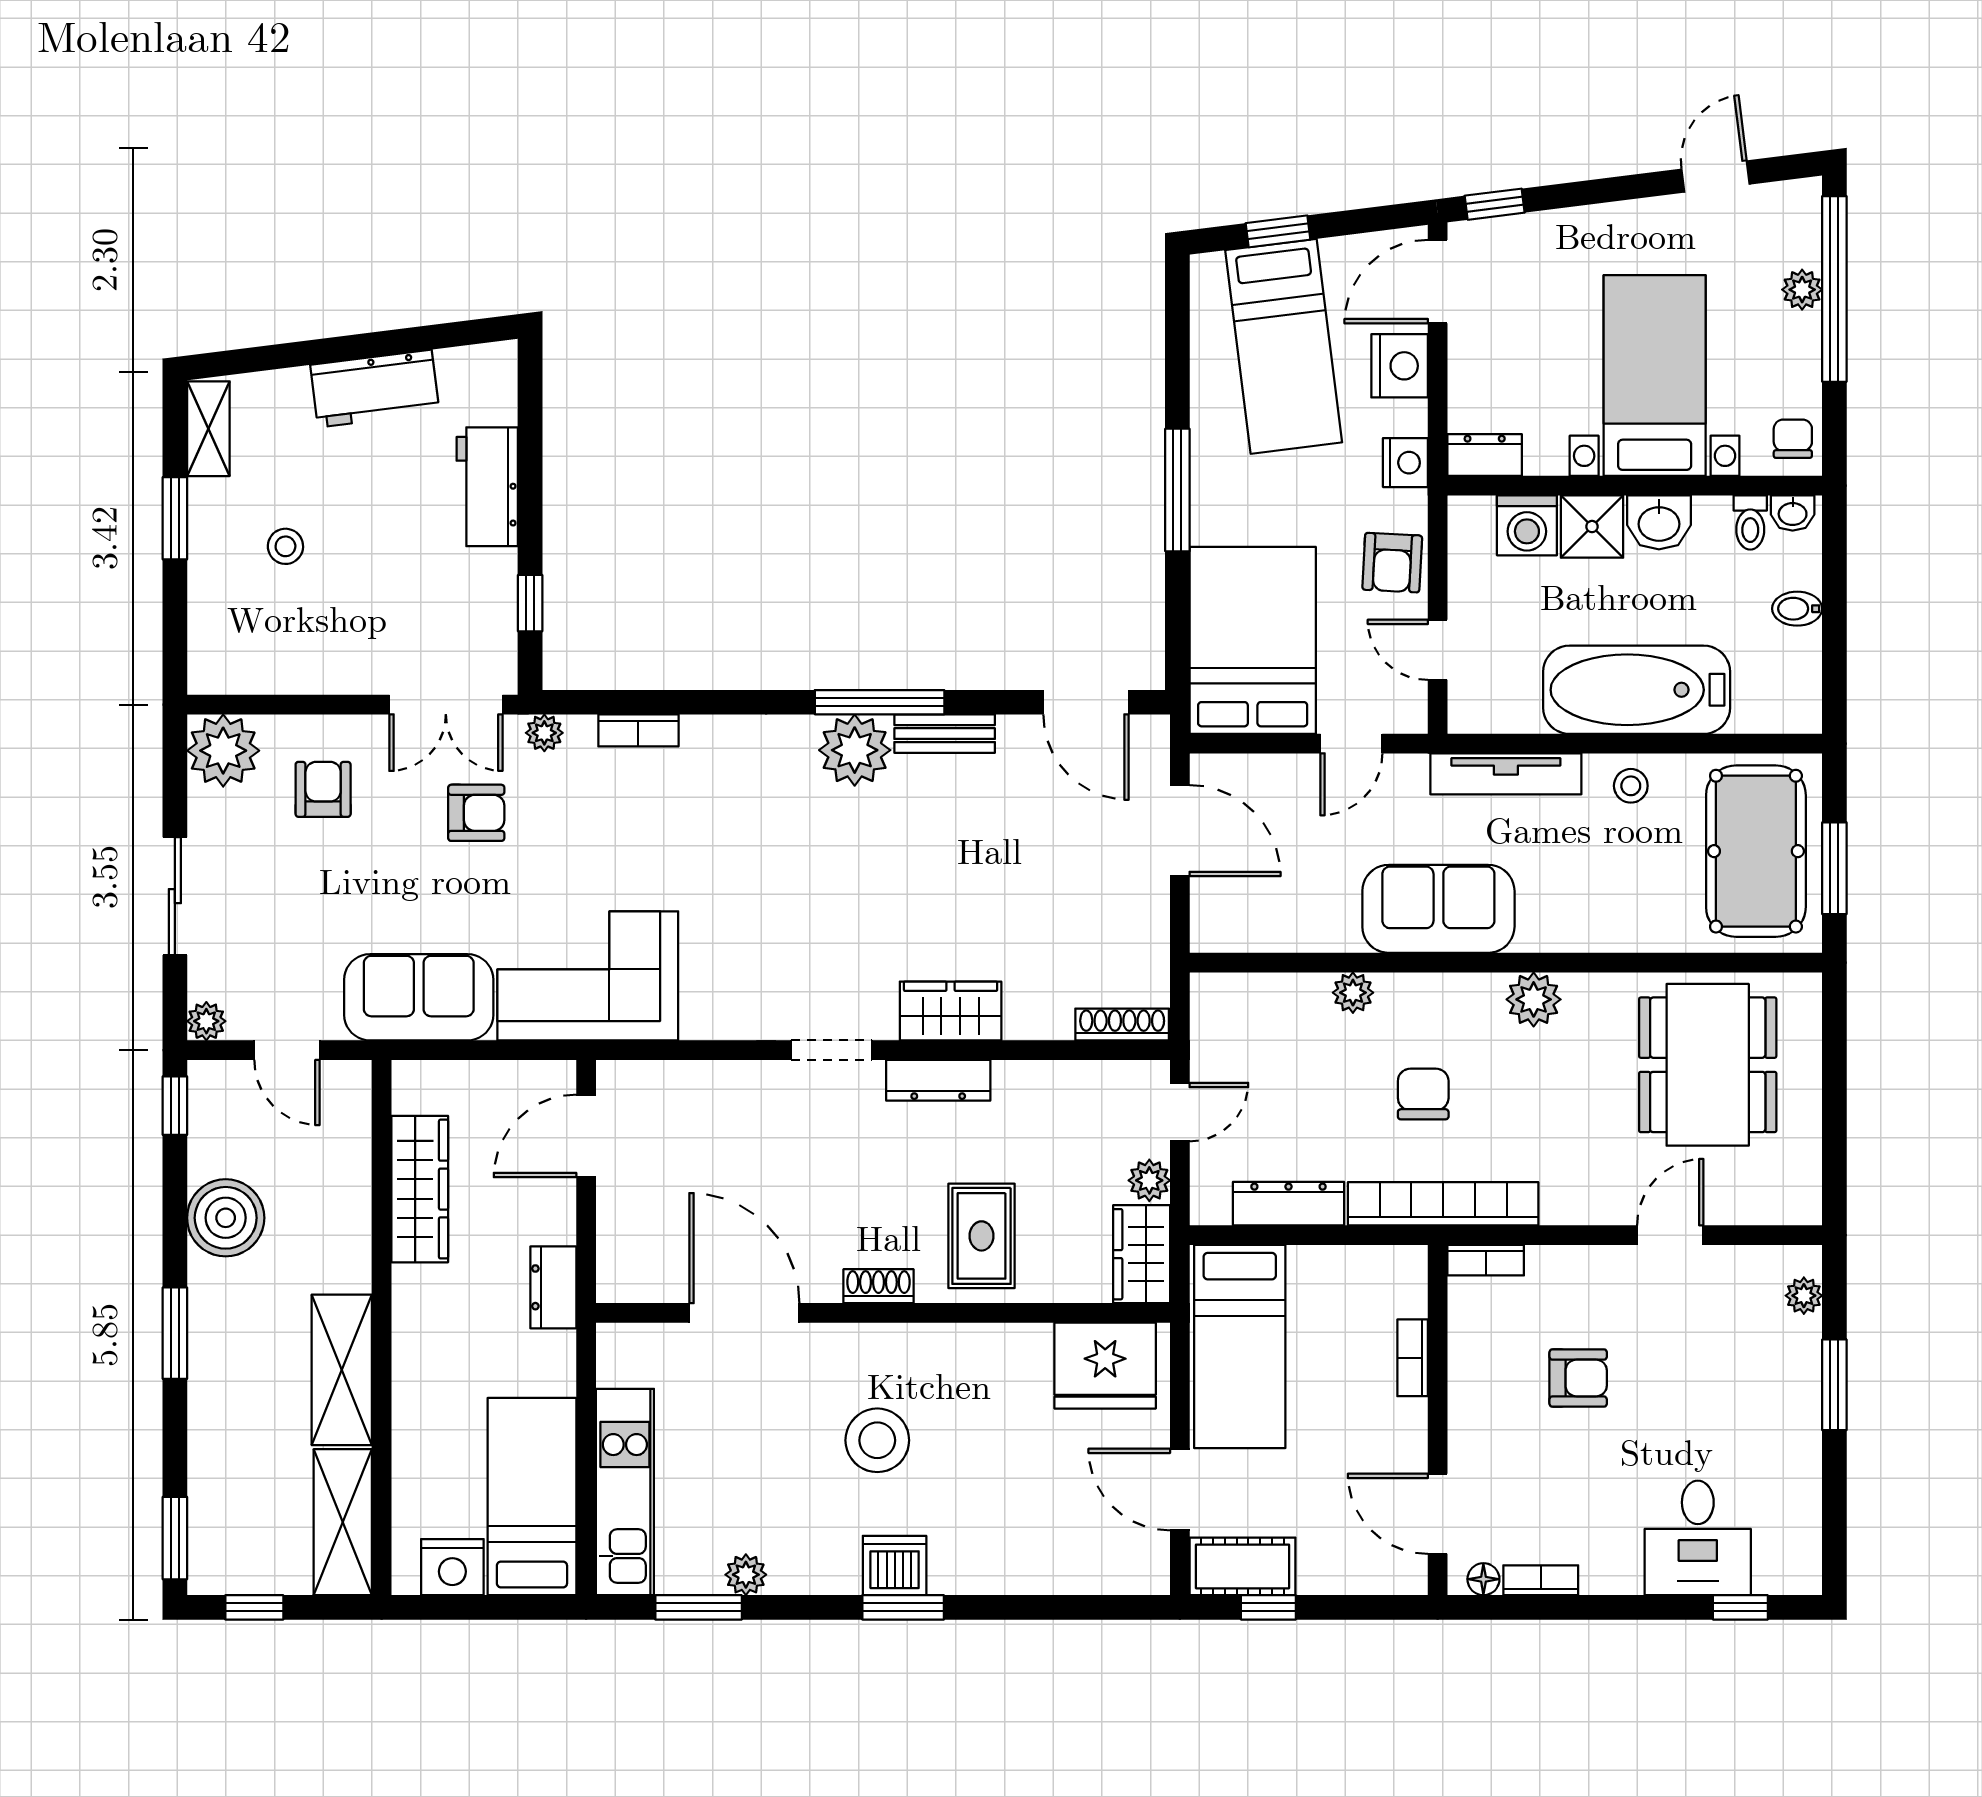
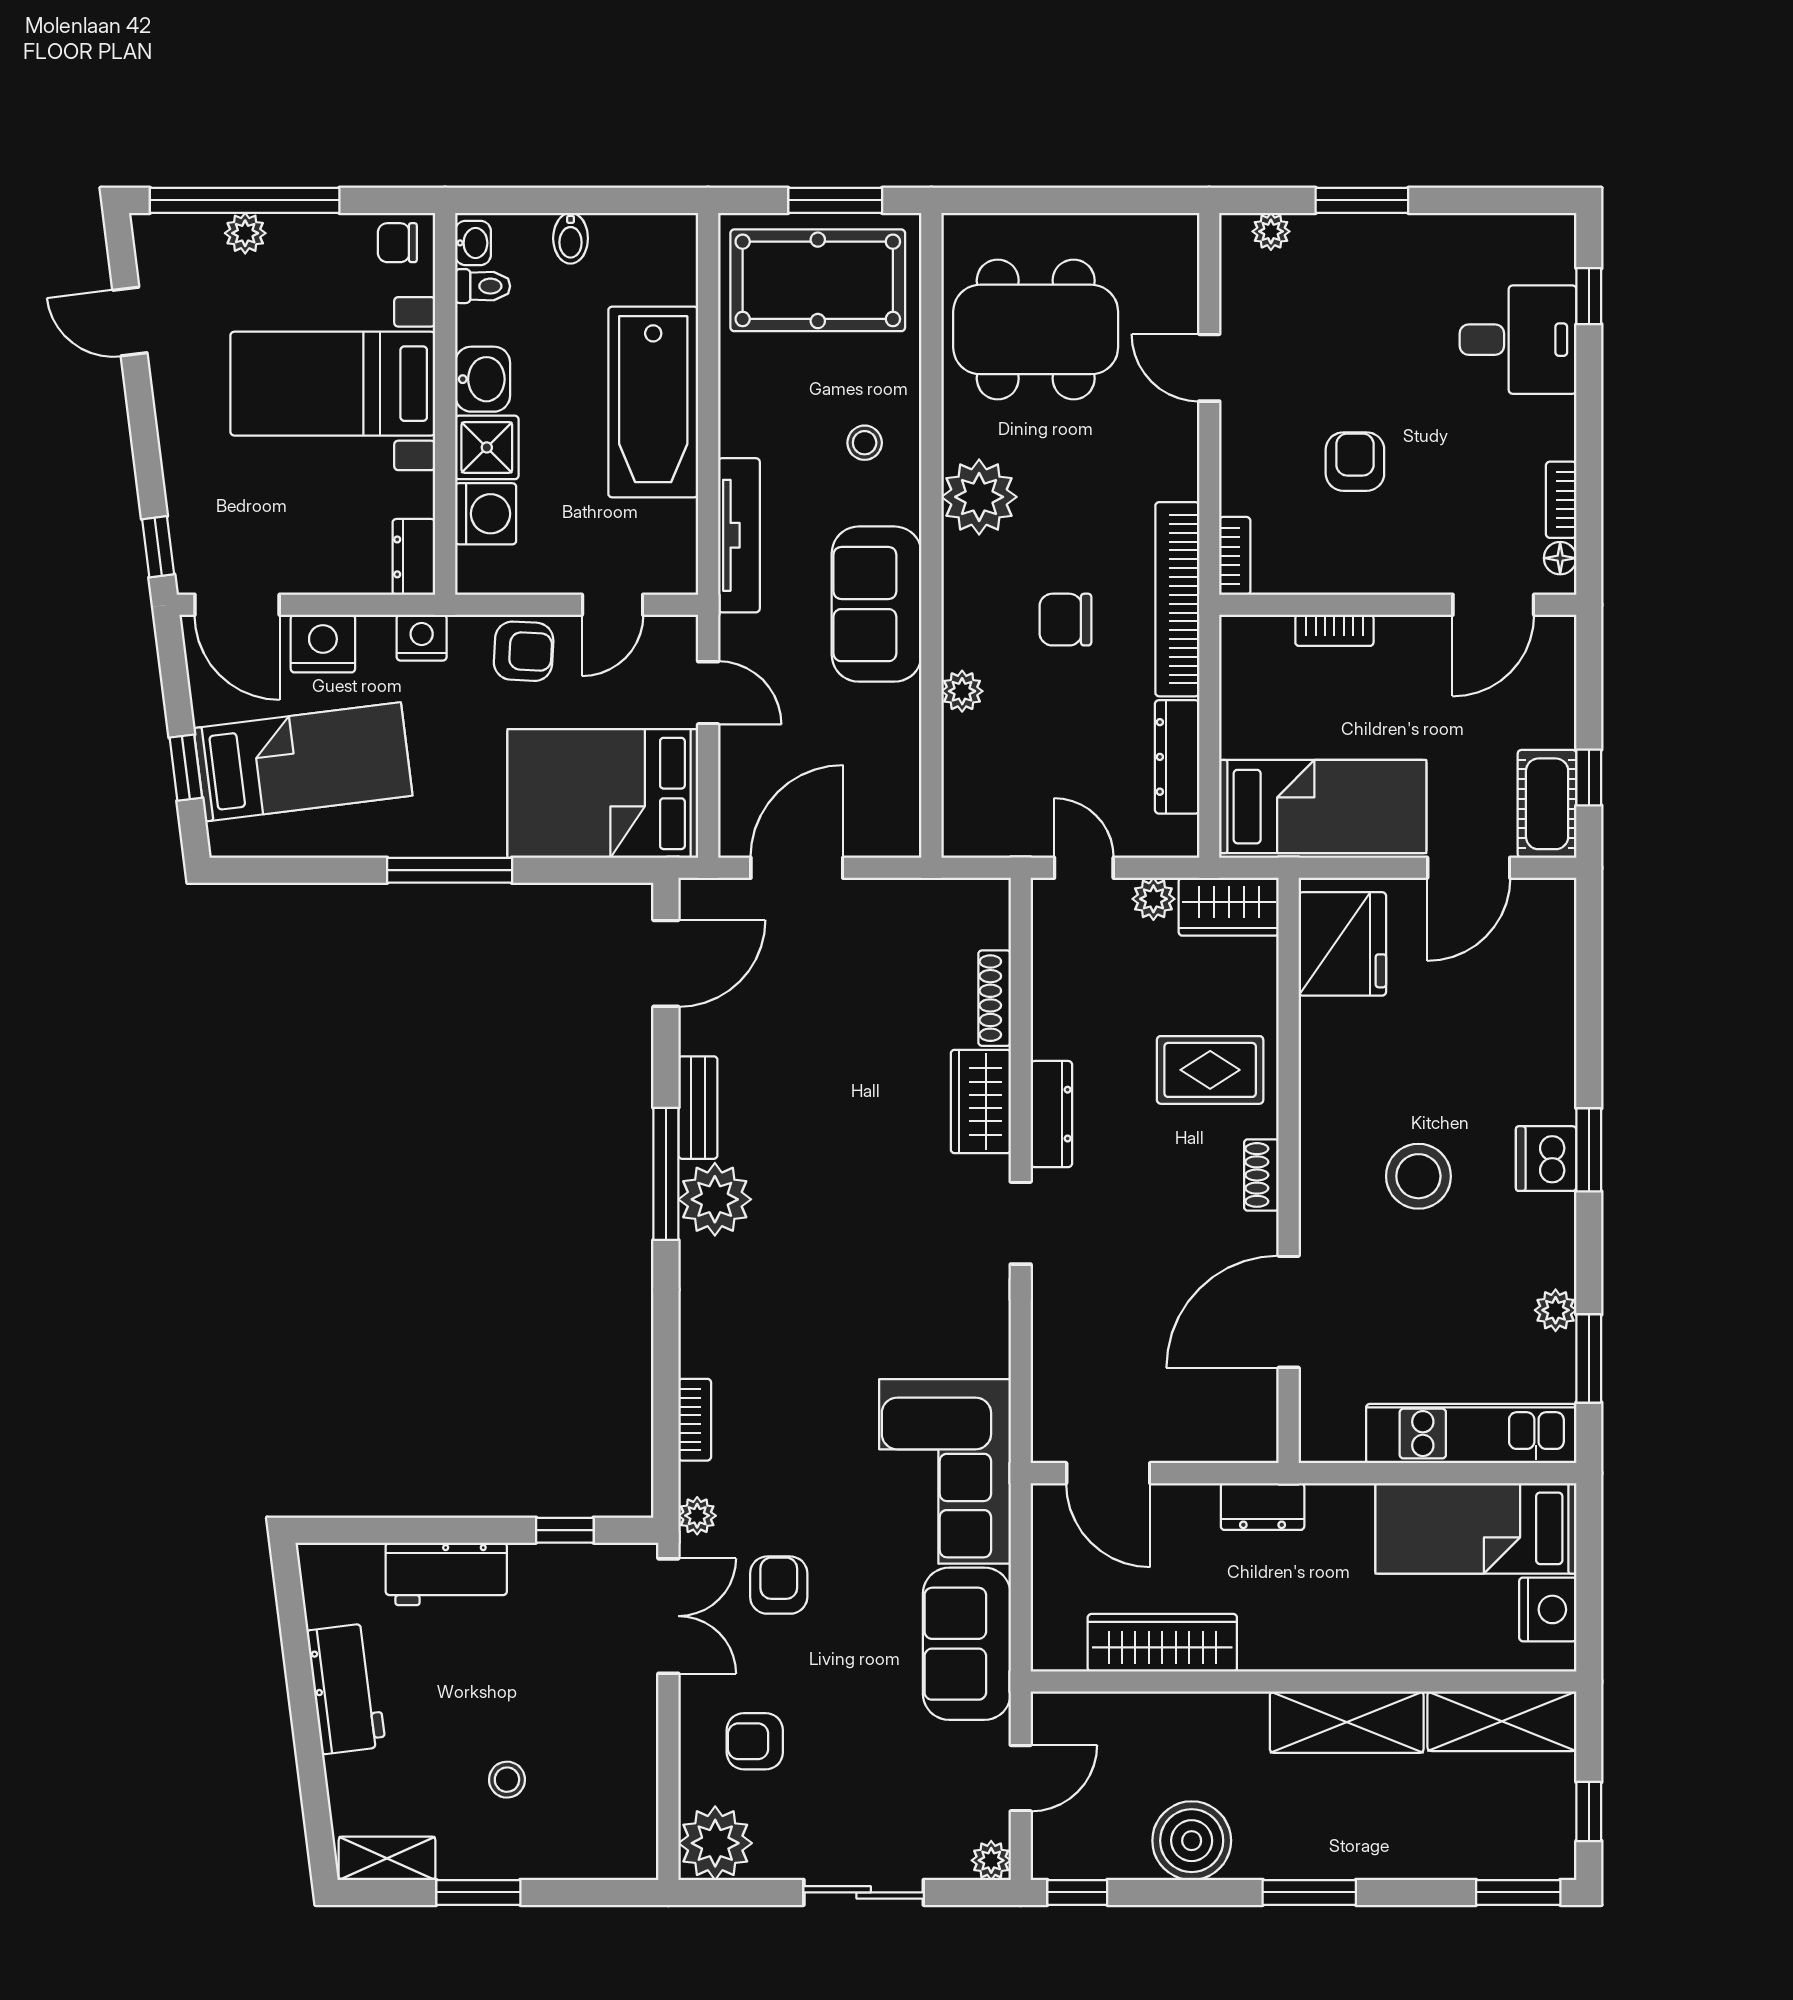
stool: (1631, 786) -> (865, 443), moved
plant: (1534, 999) -> (979, 497), width x1.36, depth x1.36
shoe rack: (1122, 1024) -> (995, 998), moved

